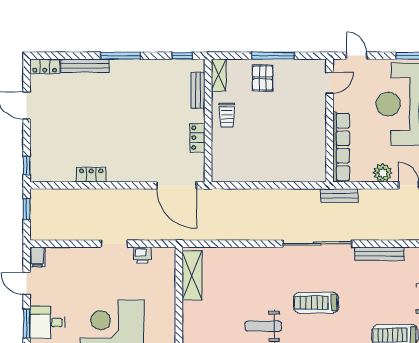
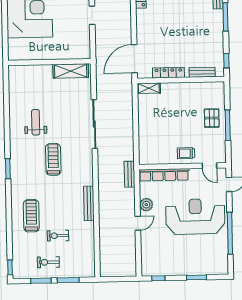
shelving: (219, 75) -> (149, 88), moved
pallet: (263, 78) -> (212, 118), turned 90
trolley: (227, 115) -> (186, 153), moved
locker: (197, 138) -> (168, 73), width x1.53
sliding door: (317, 244) -> (94, 124), moved
printer: (142, 255) -> (84, 35), removed

